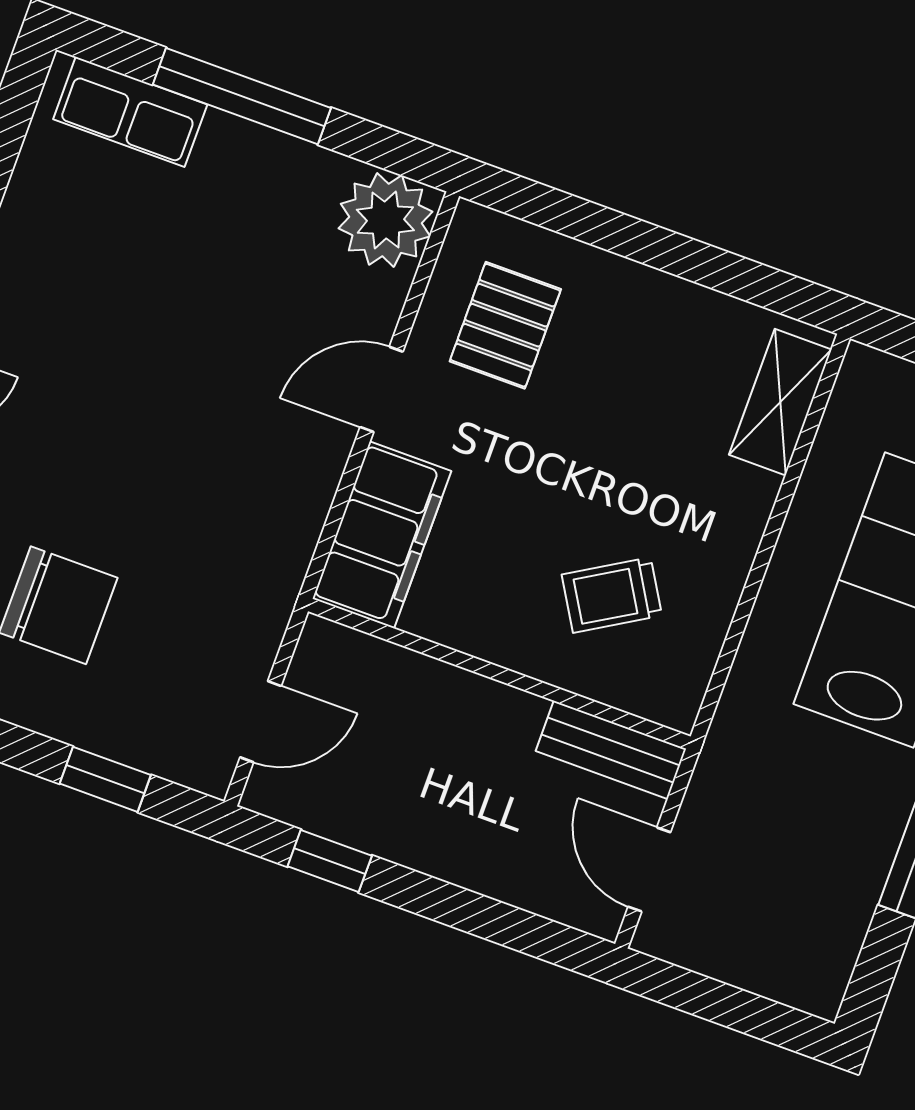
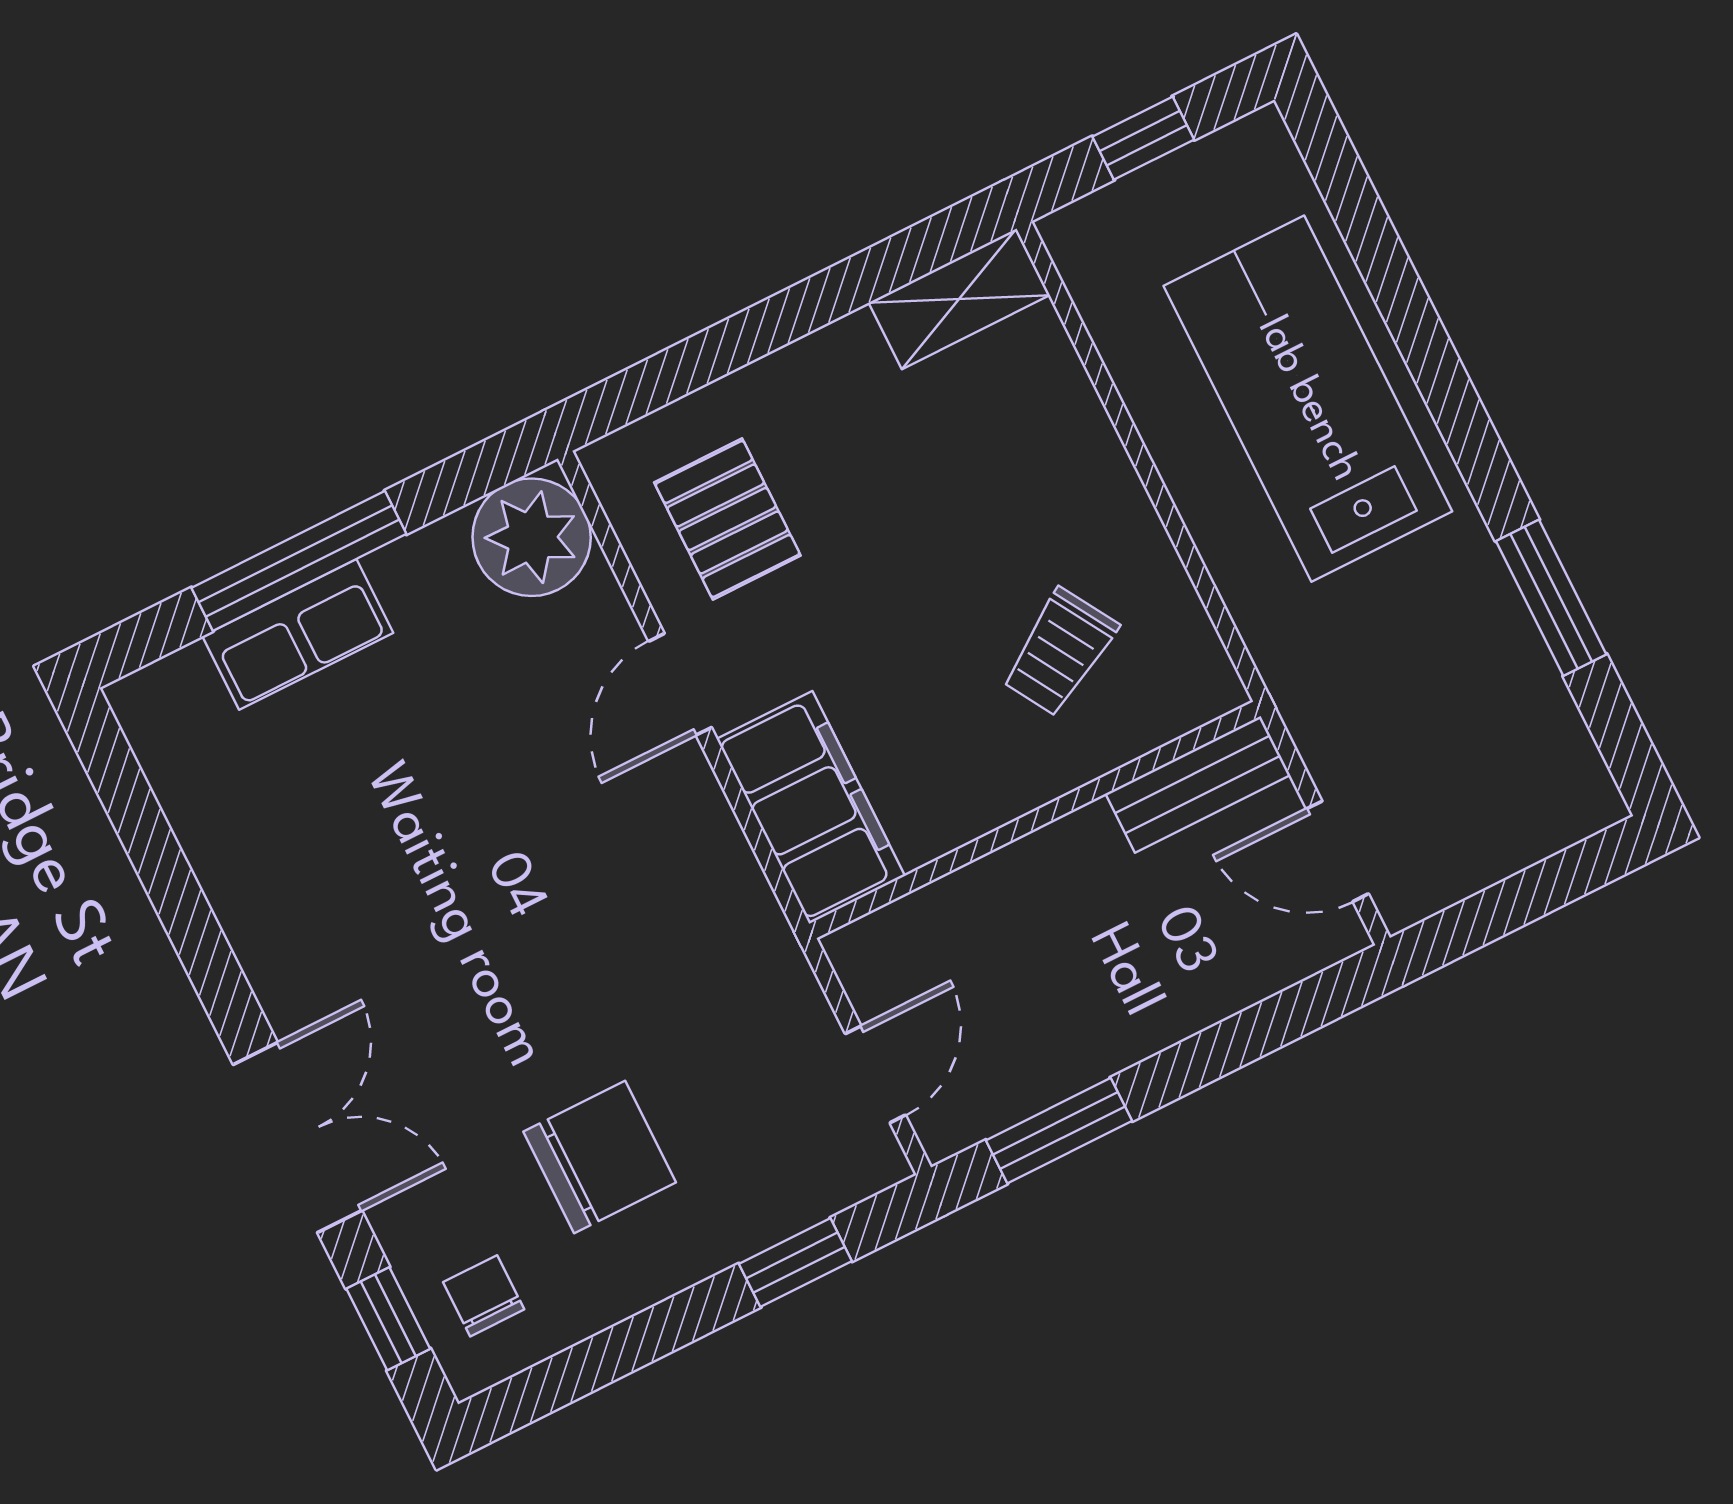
row of seats: (130, 112) -> (298, 634), moved
shelving: (780, 402) -> (959, 299), moved, turned 90
window: (330, 861) -> (1059, 1131), width x1.50

